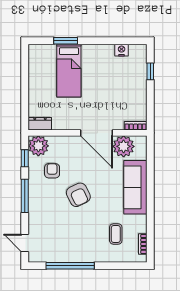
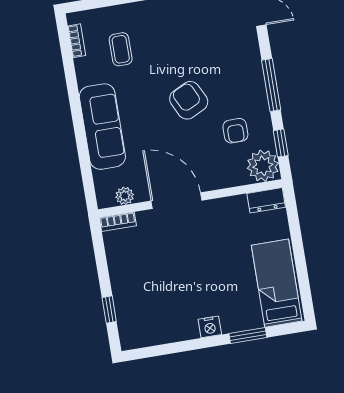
nightstand: (122, 50) -> (210, 327), moved
bed: (69, 71) -> (277, 283), moved
plant: (124, 146) -> (125, 196), width x0.53, depth x0.53

